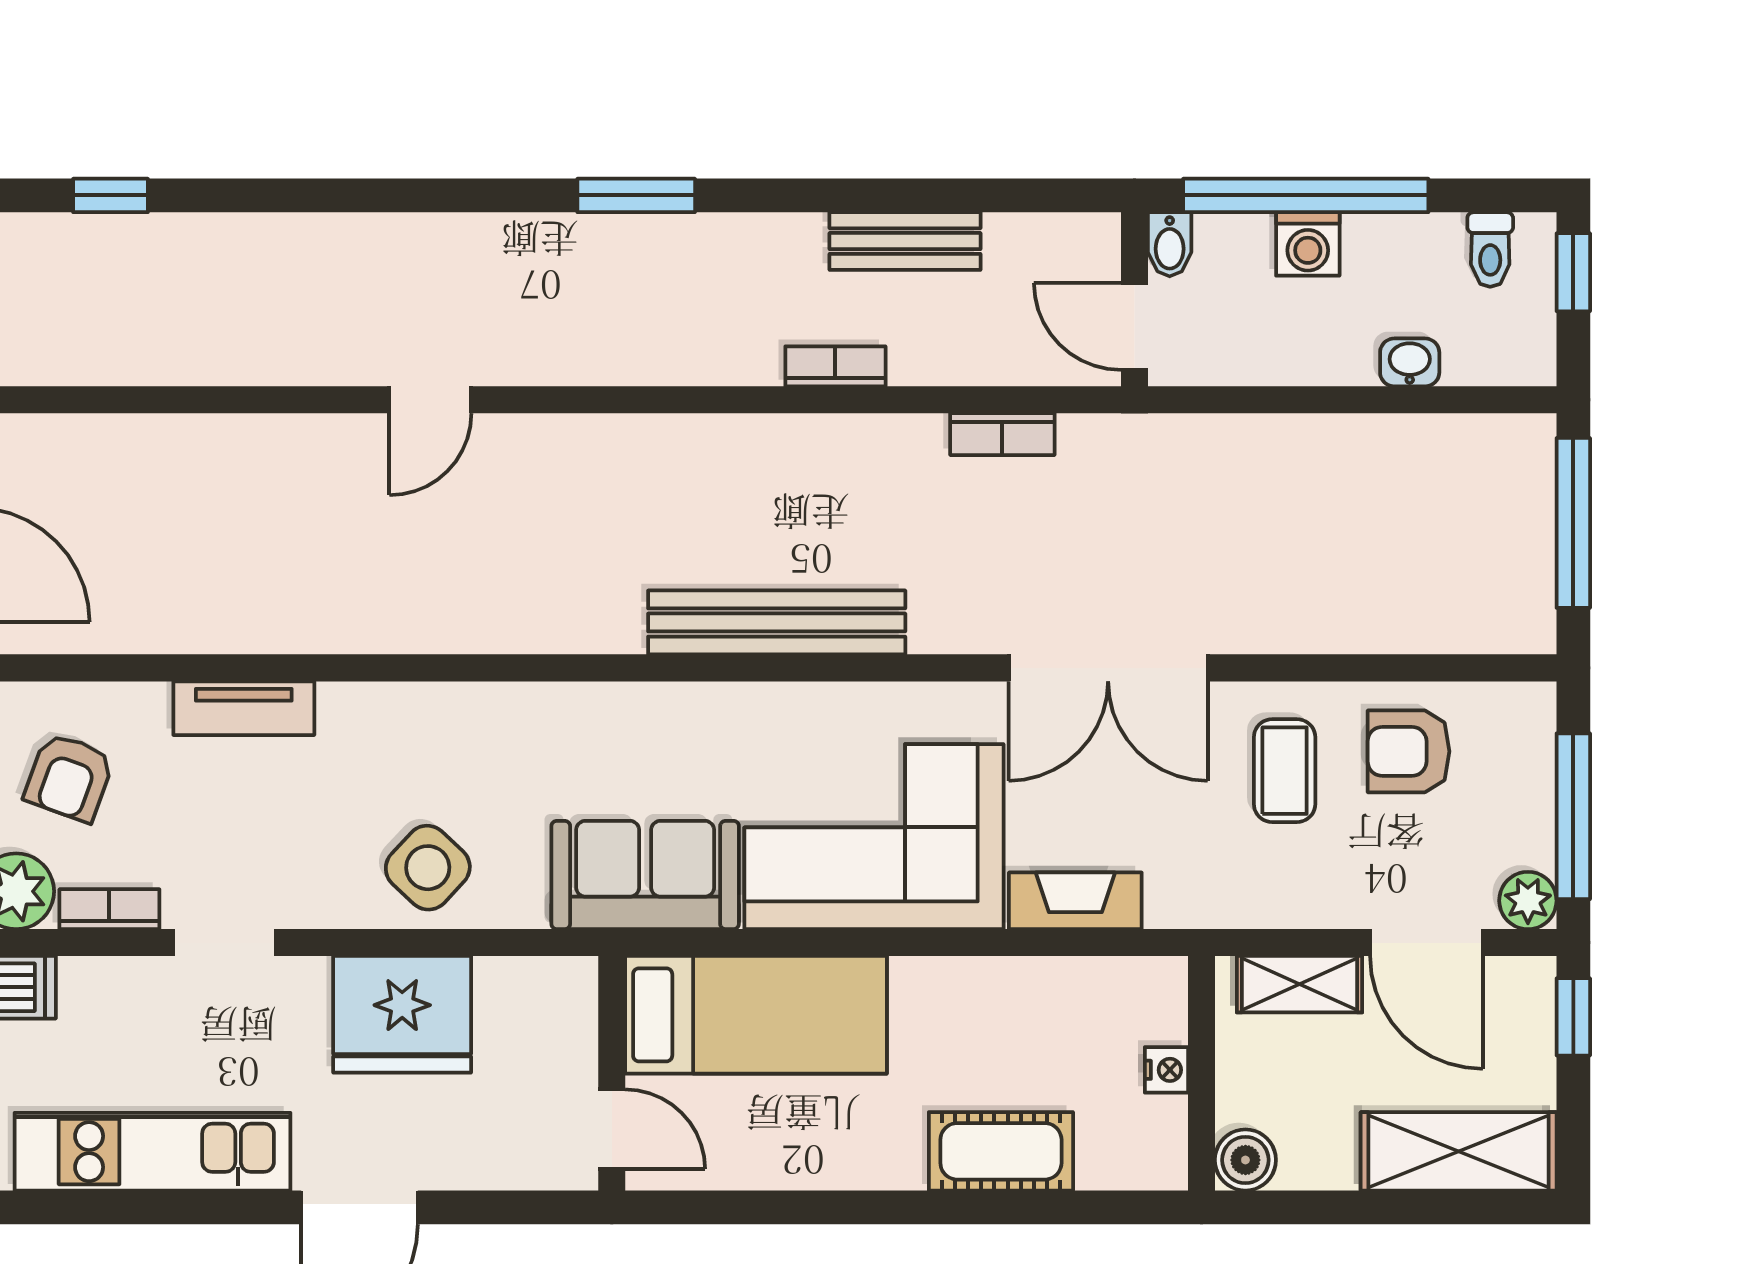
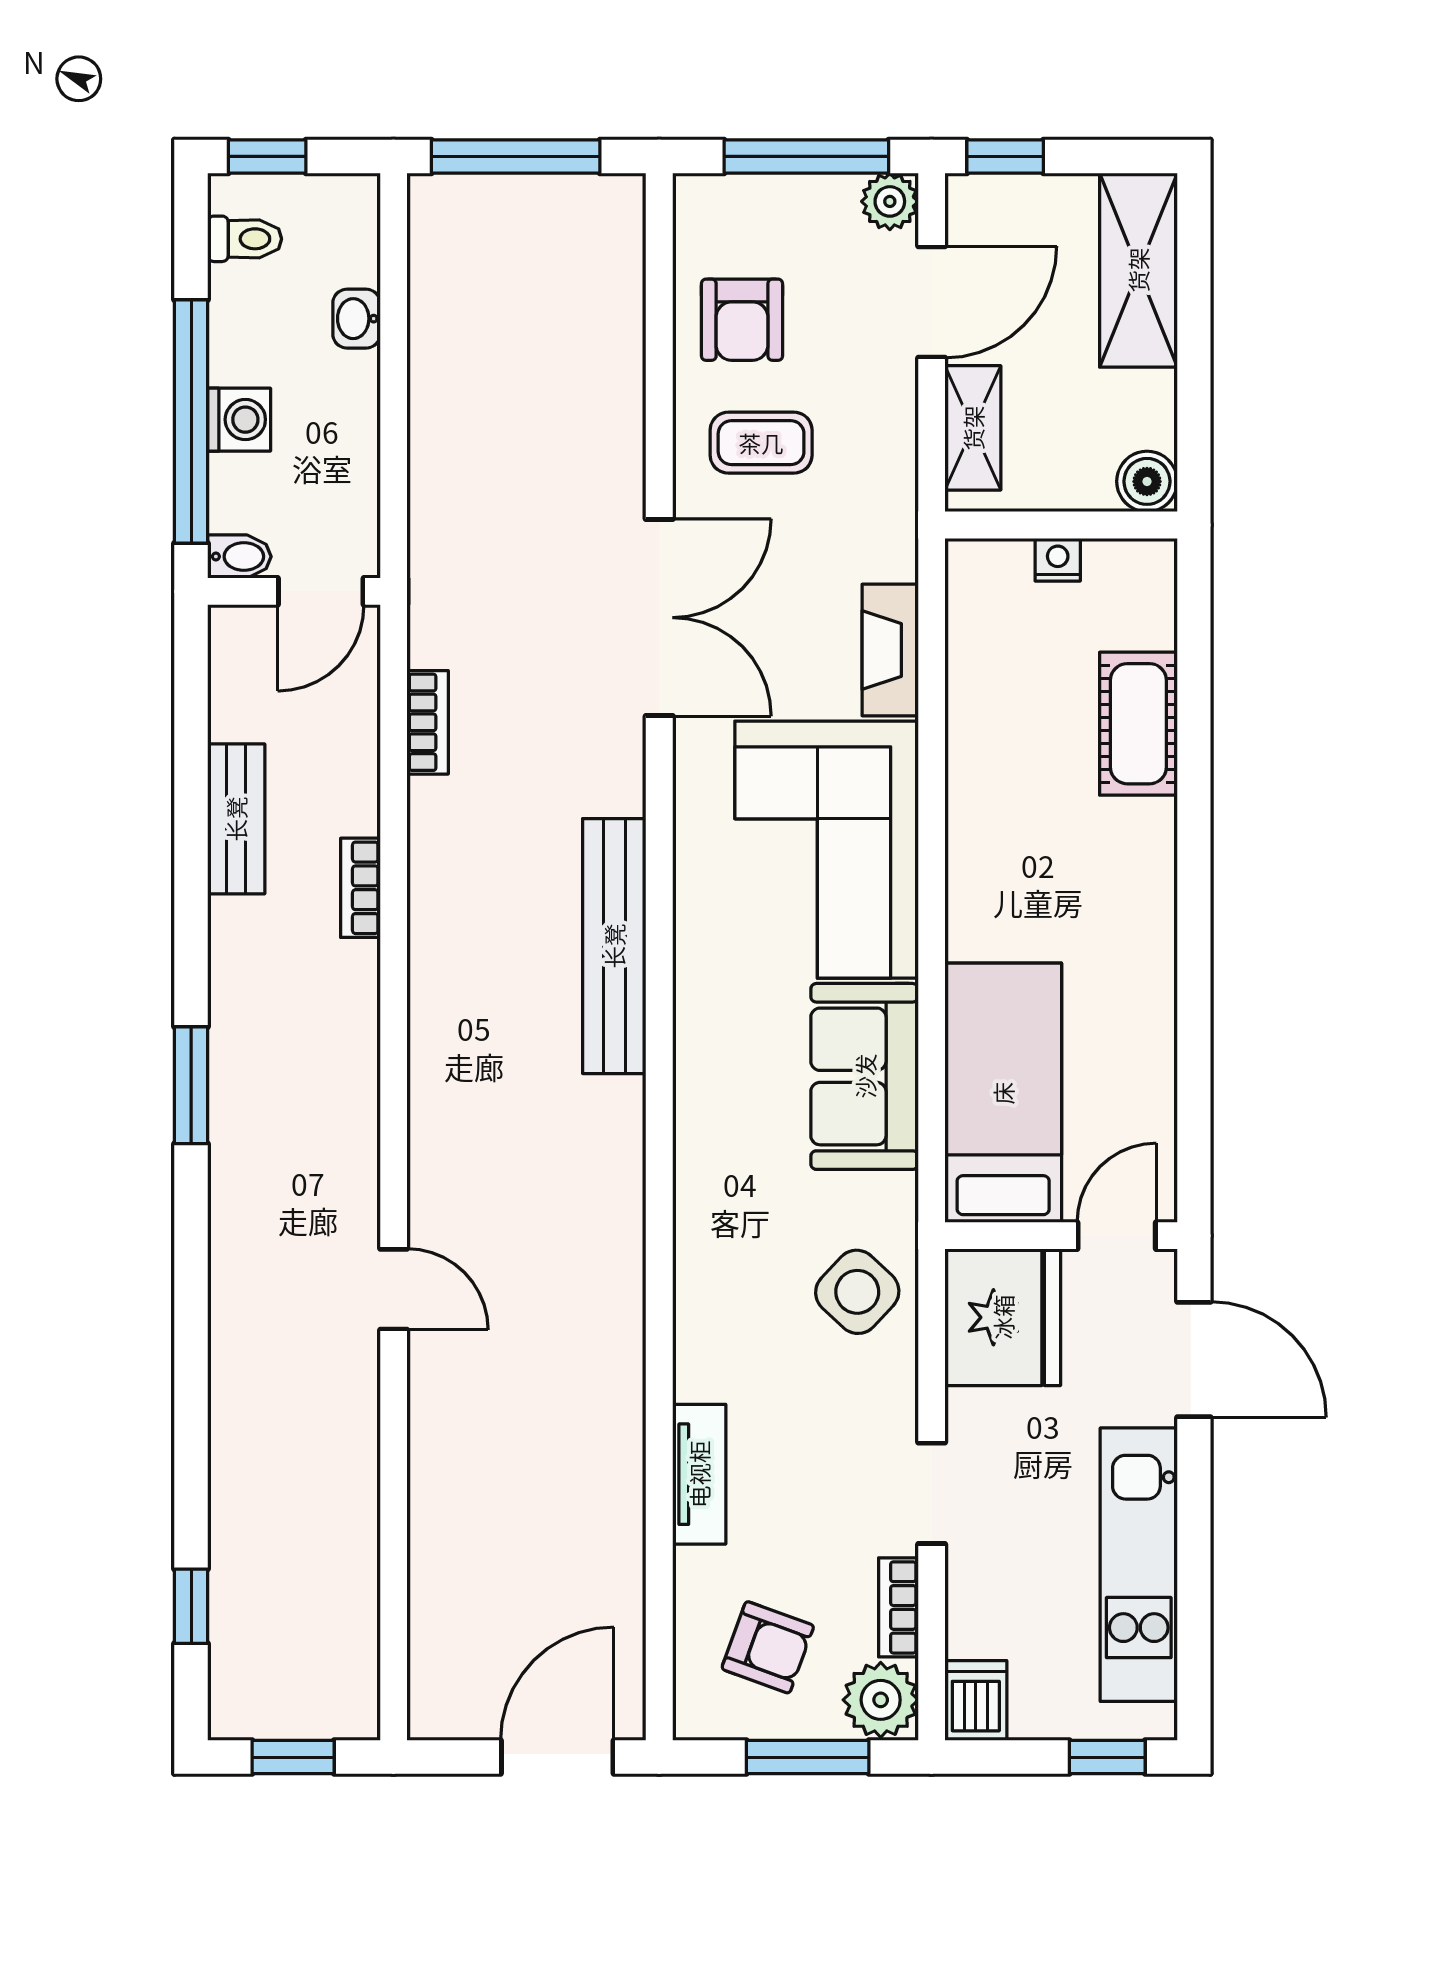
bed: (756, 1015) -> (1003, 1093), moved
wall: (612, 1073) -> (1061, 1236), moved
door: (612, 1129) -> (1117, 1236), moved

